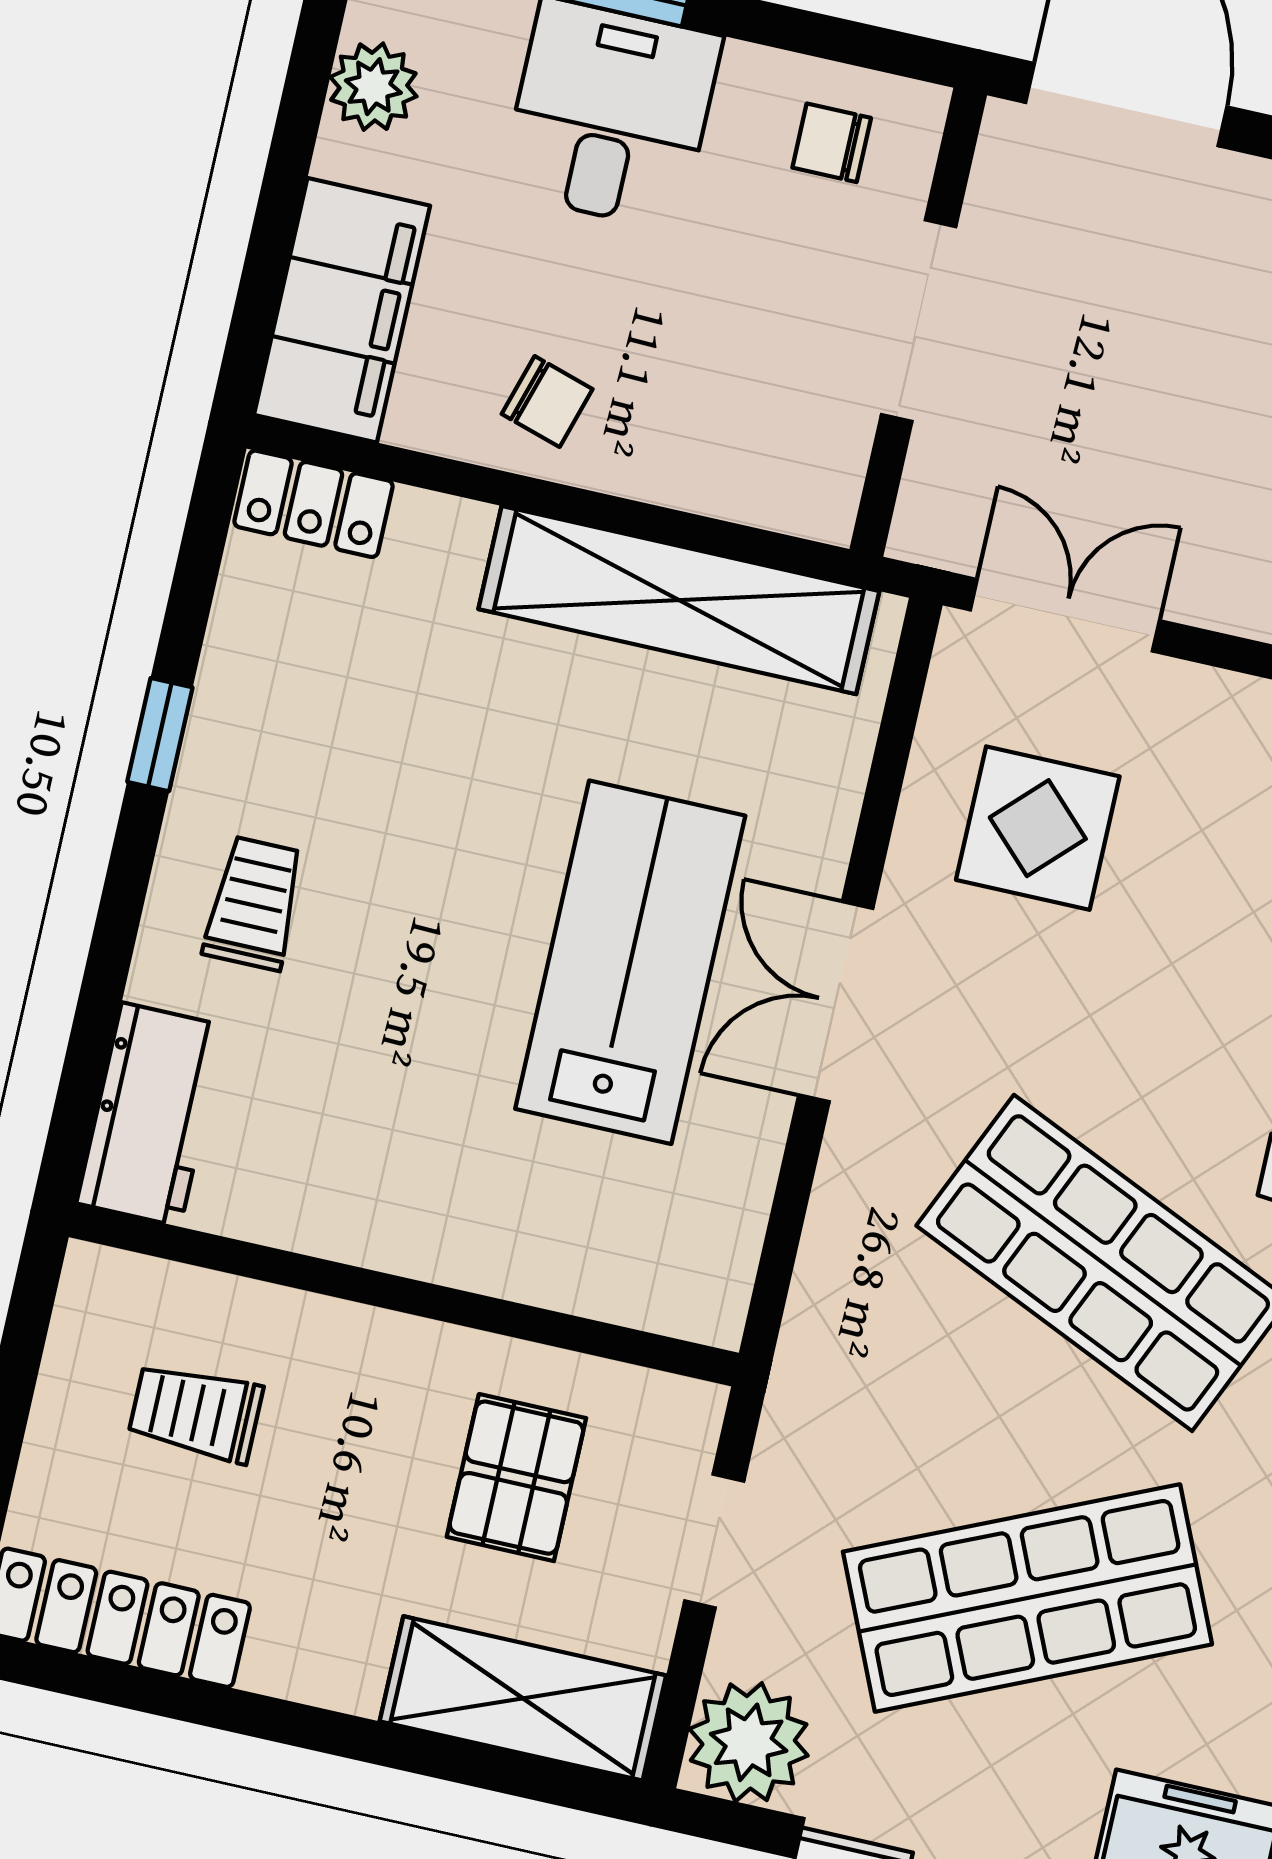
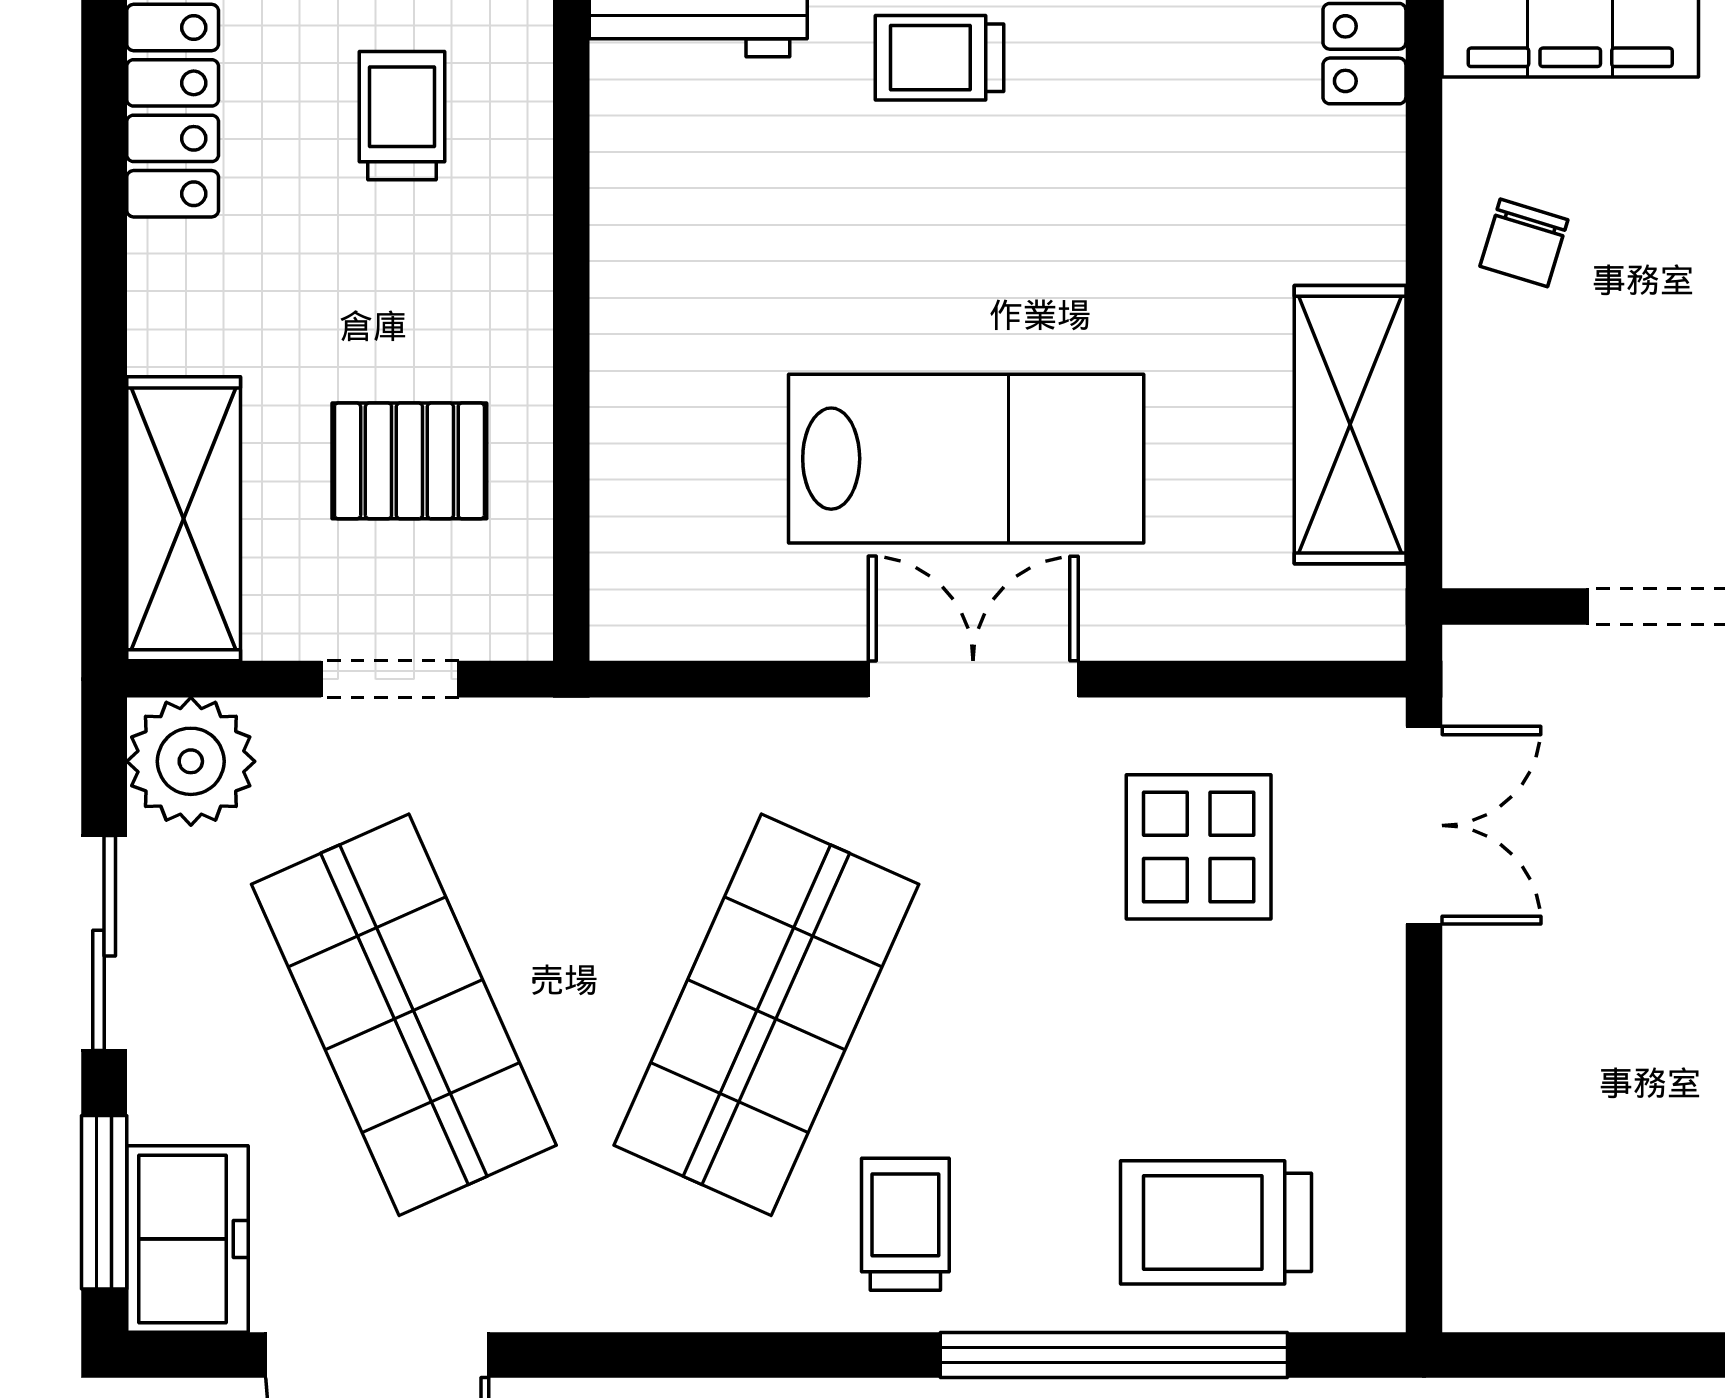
shelving: (679, 600) -> (1350, 425), width x0.68
trolley: (254, 903) -> (939, 58), turned 180

